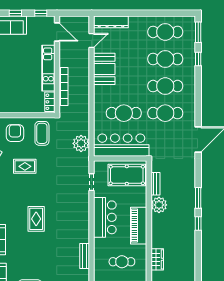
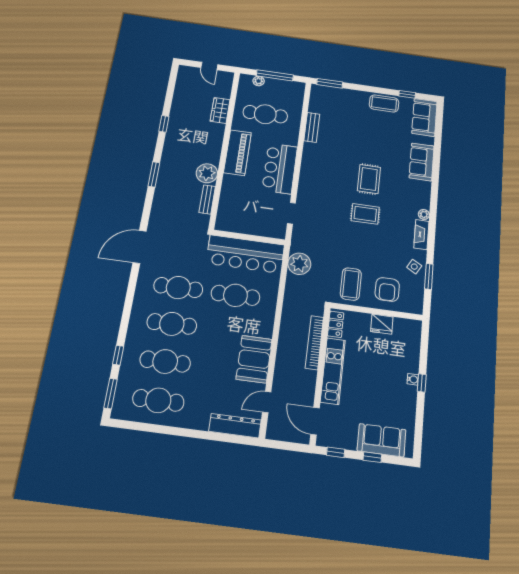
fridge: (17, 107) -> (382, 324), added
rug: (25, 166) -> (365, 214), moved
pool table: (127, 175) -> (244, 215), removed
window: (198, 224) -> (164, 124), moved
cafe table: (122, 262) -> (265, 114), width x1.37, depth x1.35

